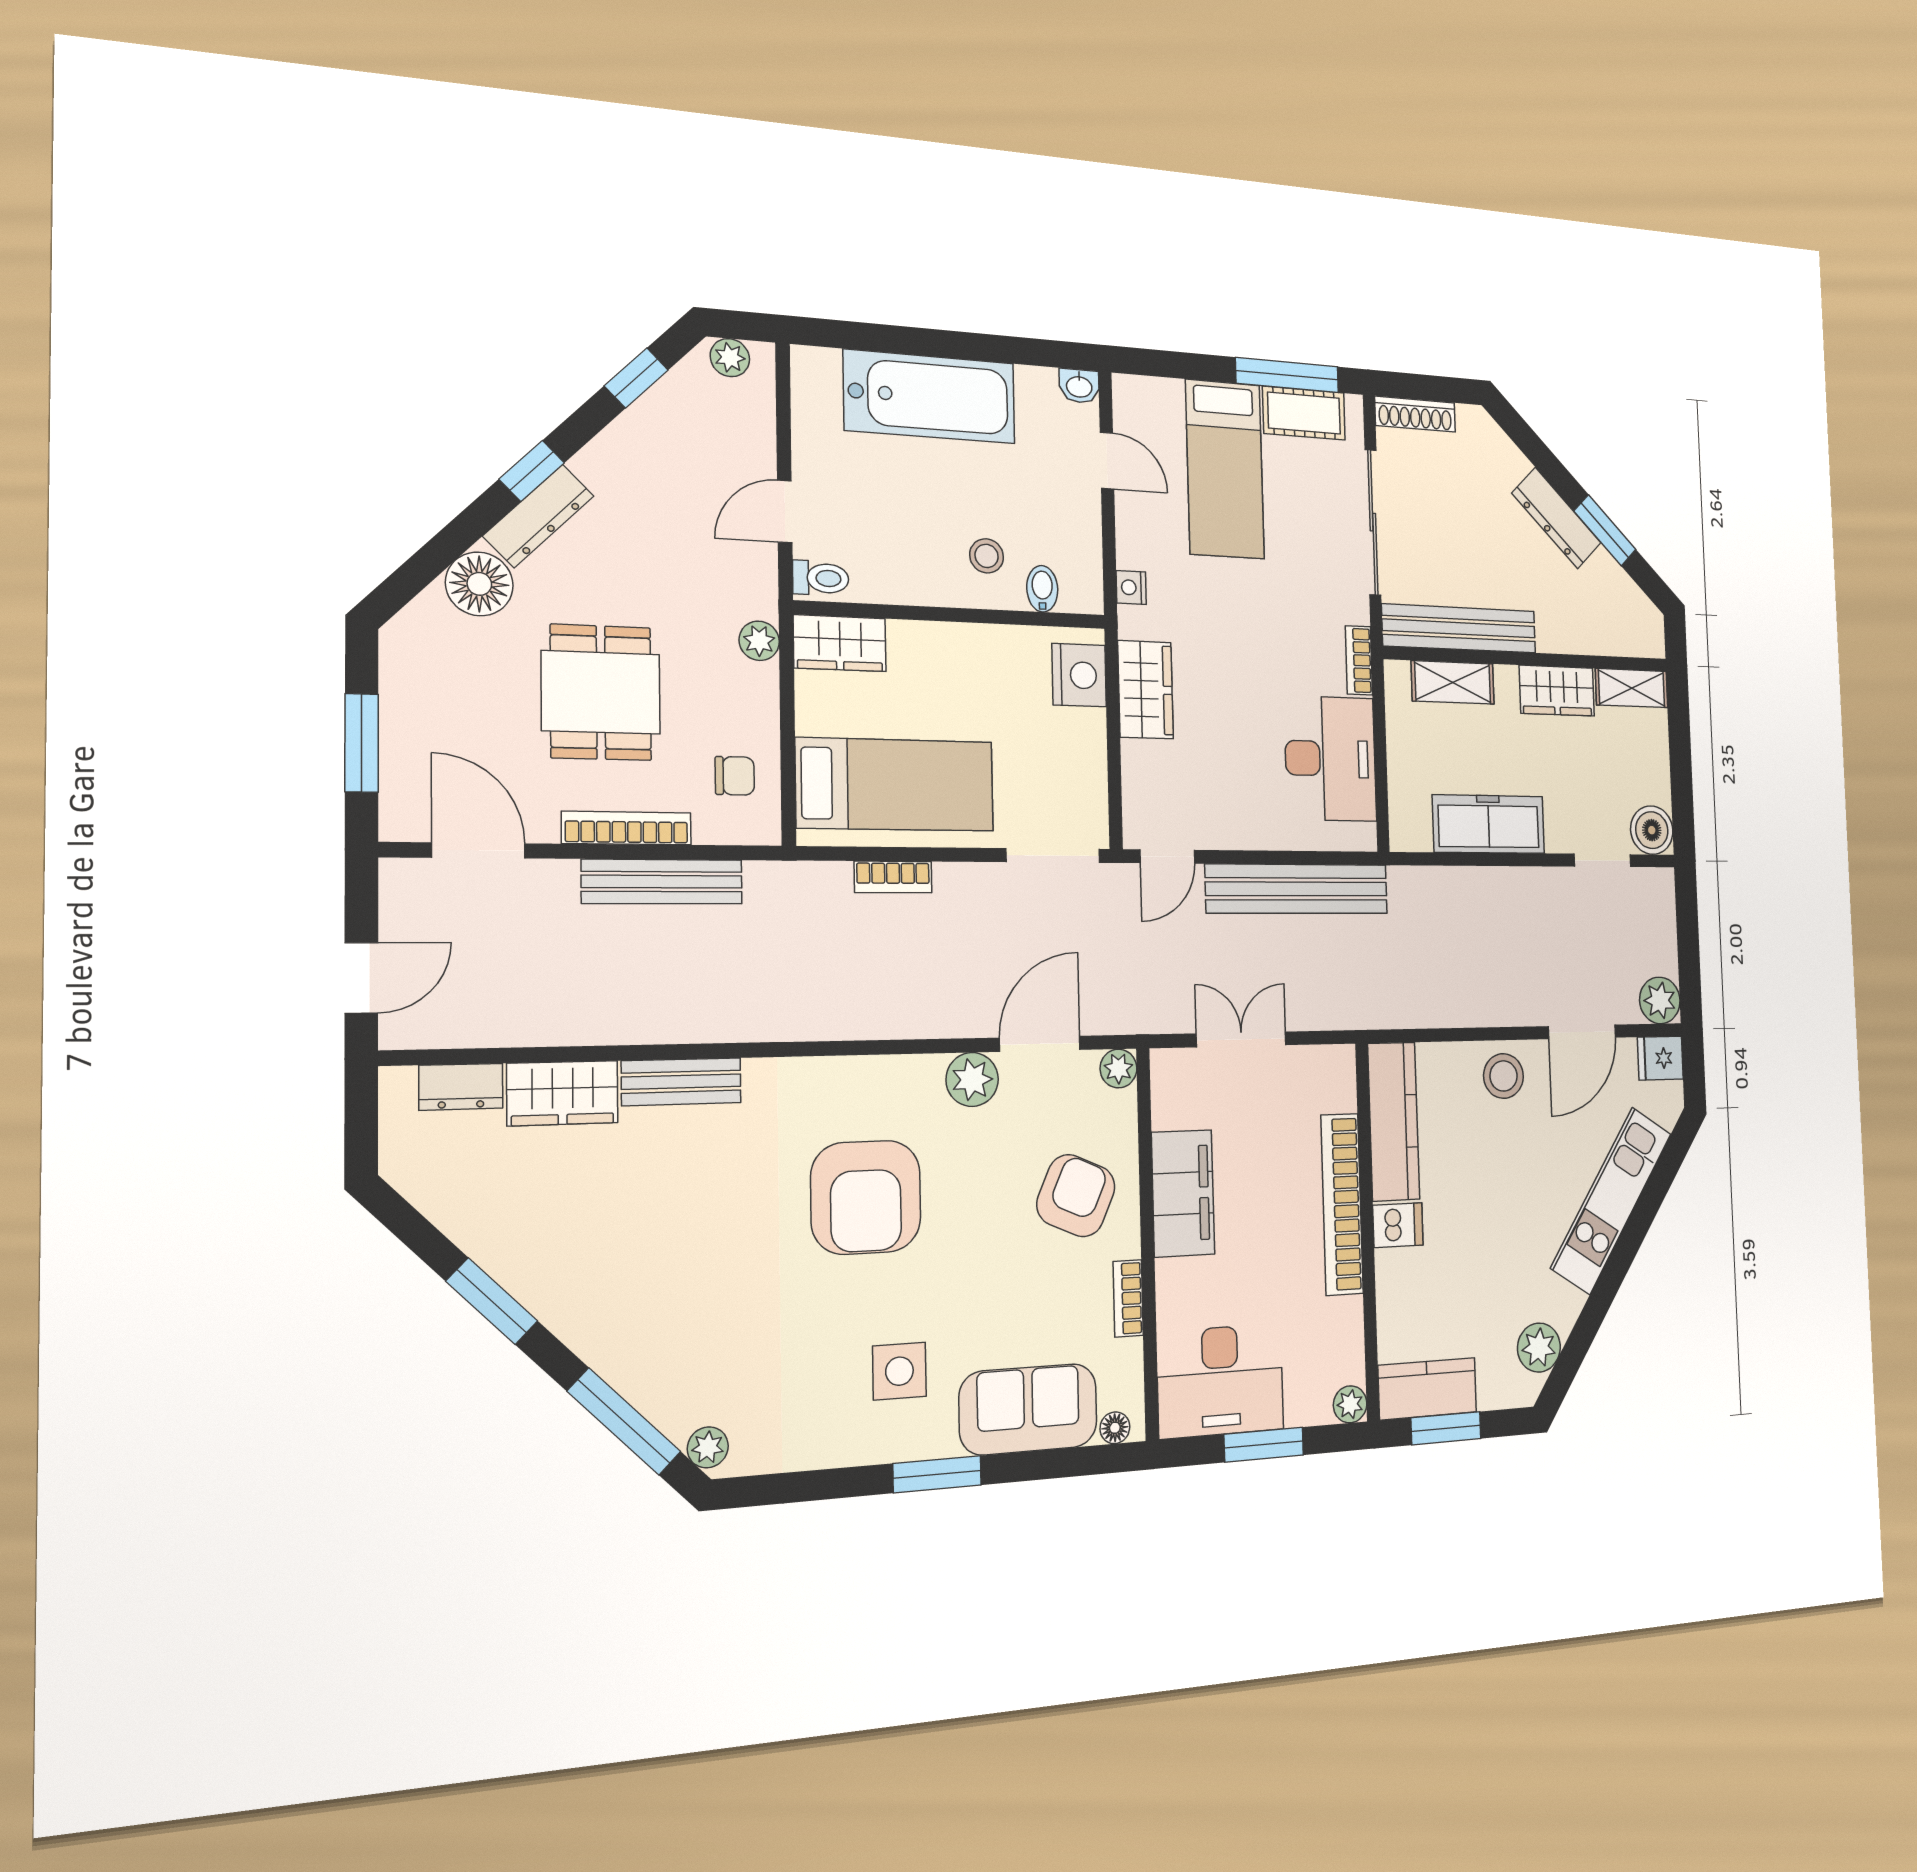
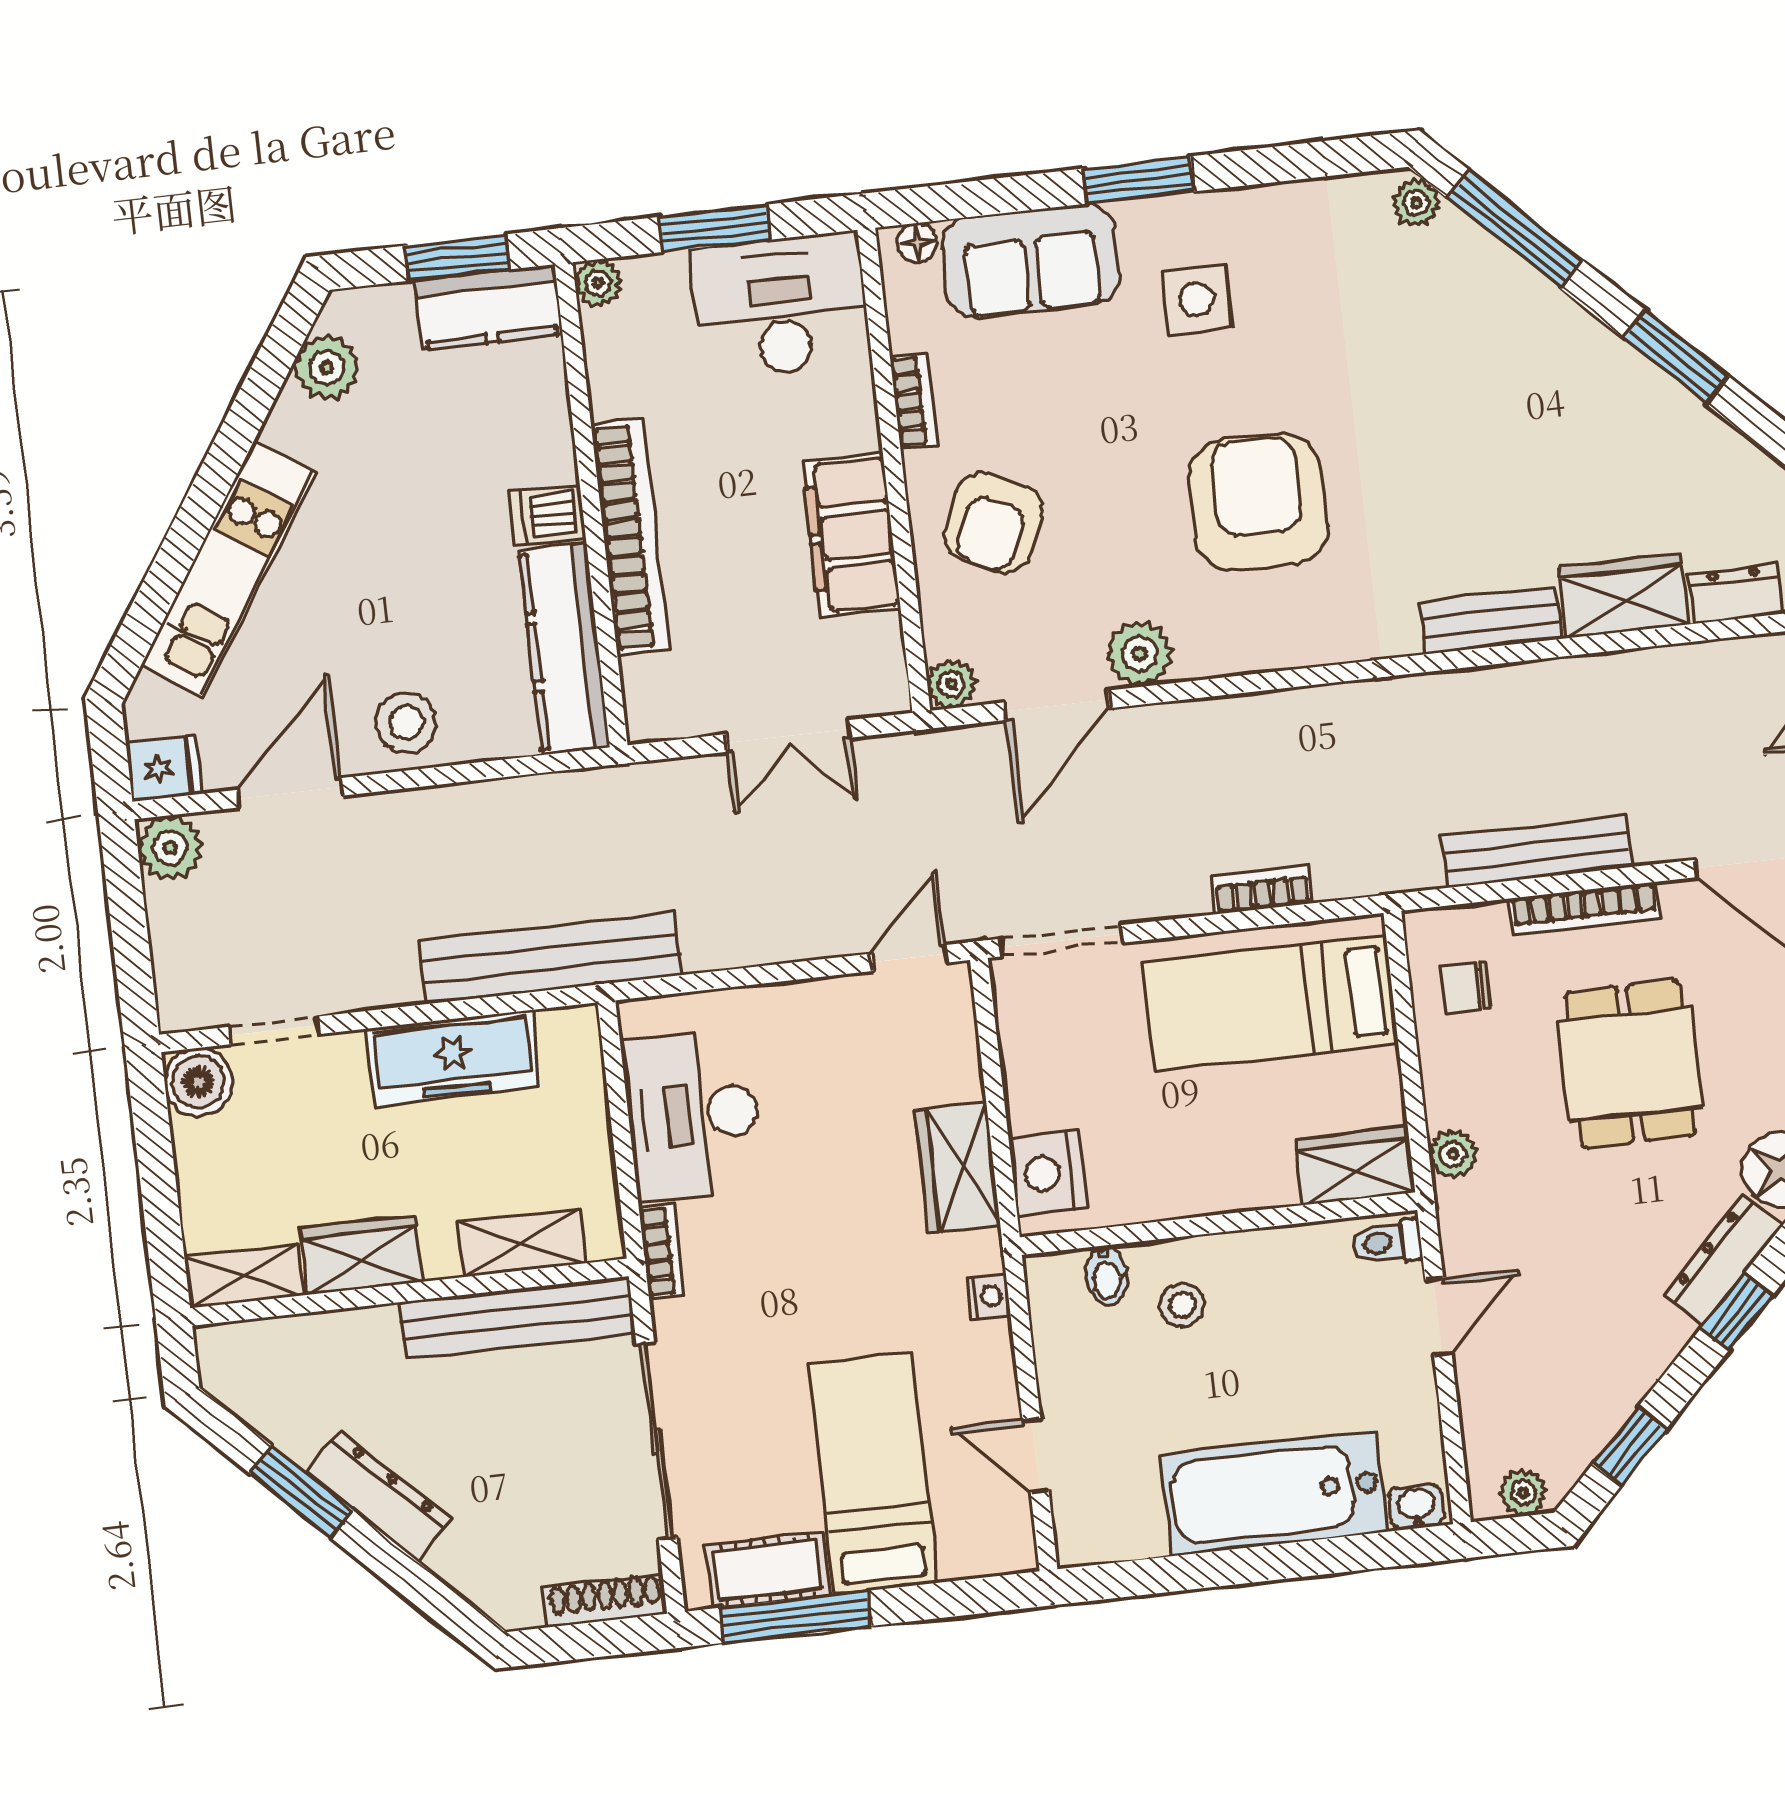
washbasin: (1079, 386) -> (1416, 1507), moved
bench: (1297, 889) -> (551, 958), moved

